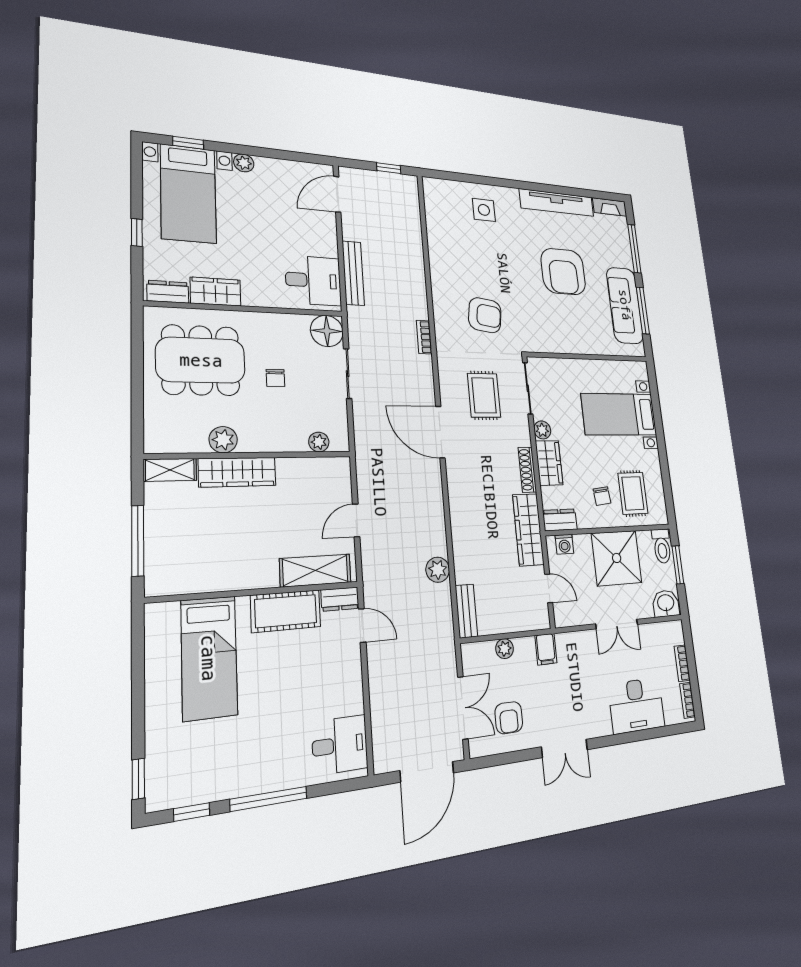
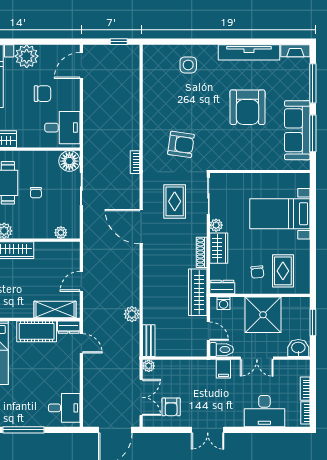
plant: (244, 163) -> (27, 56), width x1.88, depth x1.88
chair: (280, 228) -> (42, 94), added
bench: (353, 273) -> (89, 121), removed
toilet: (662, 546) -> (222, 350), moved, turned -90
plant: (505, 649) -> (149, 366), moved
filing cabinet: (546, 649) -> (223, 369), moved

